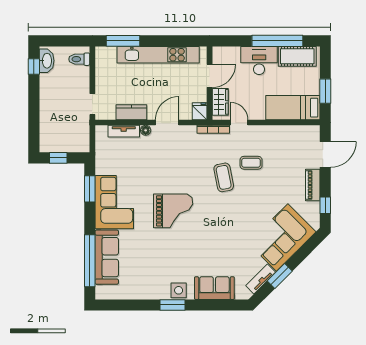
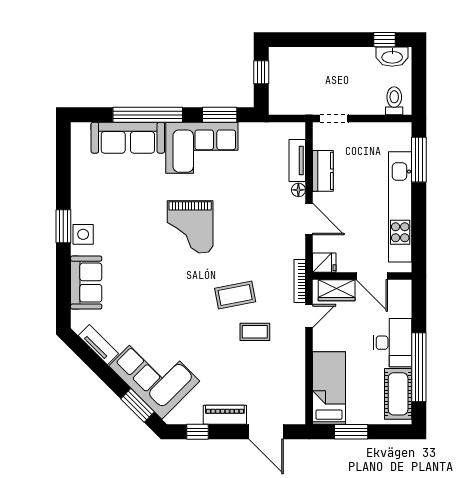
coffee table: (251, 163) -> (255, 332), turned 90
window: (90, 261) -> (148, 115), moved
window: (280, 276) -> (138, 405), moved

